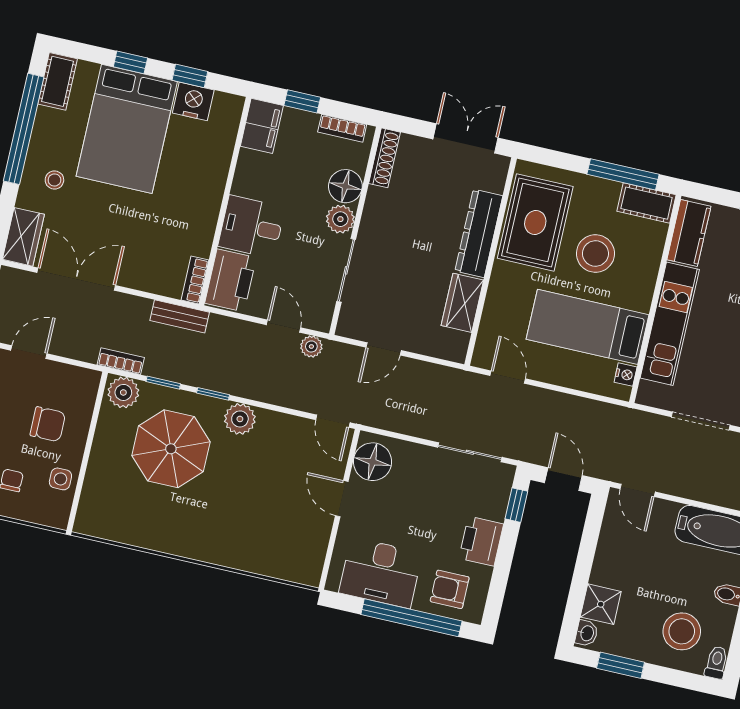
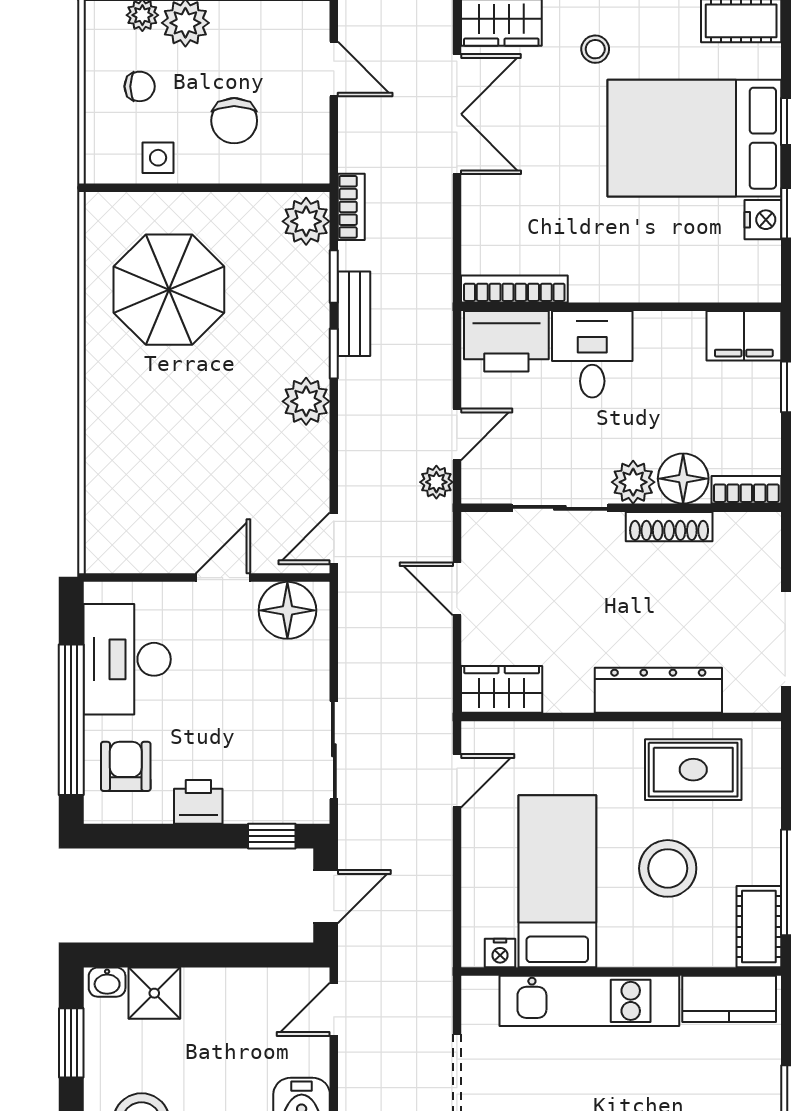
nightstand: (193, 101) -> (763, 220), width x0.74, depth x0.75
bookcase: (342, 128) -> (746, 490), moved, turned 90
shoe rack: (385, 158) -> (669, 527), moved
rug: (535, 222) -> (693, 770), width x0.73, depth x0.70
bookcase: (195, 280) -> (514, 289), width x1.56
wardrobe: (462, 303) -> (502, 689), moved
bench: (180, 316) -> (354, 314), moved
parasol: (171, 449) -> (169, 290), moved
printer: (481, 541) -> (198, 802), width x0.73, depth x0.81

